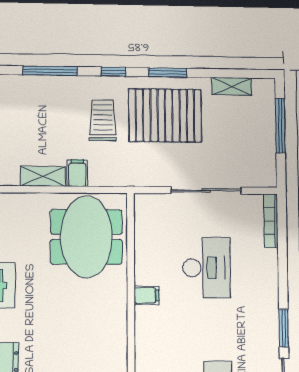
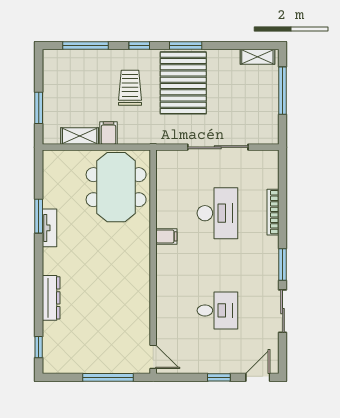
shelving: (232, 86) -> (257, 57), moved
pallet: (165, 116) -> (183, 83), turned 90
bookcase: (271, 221) -> (273, 212), moved

